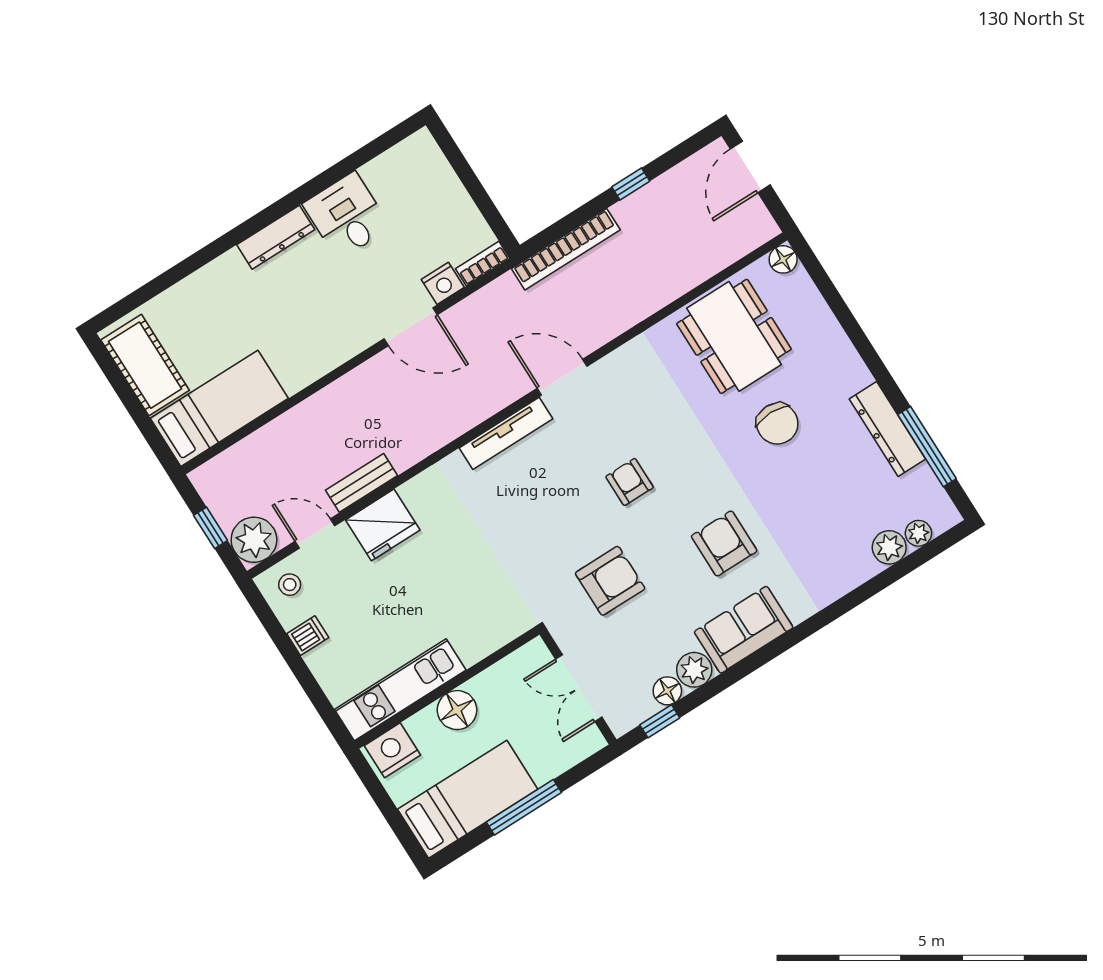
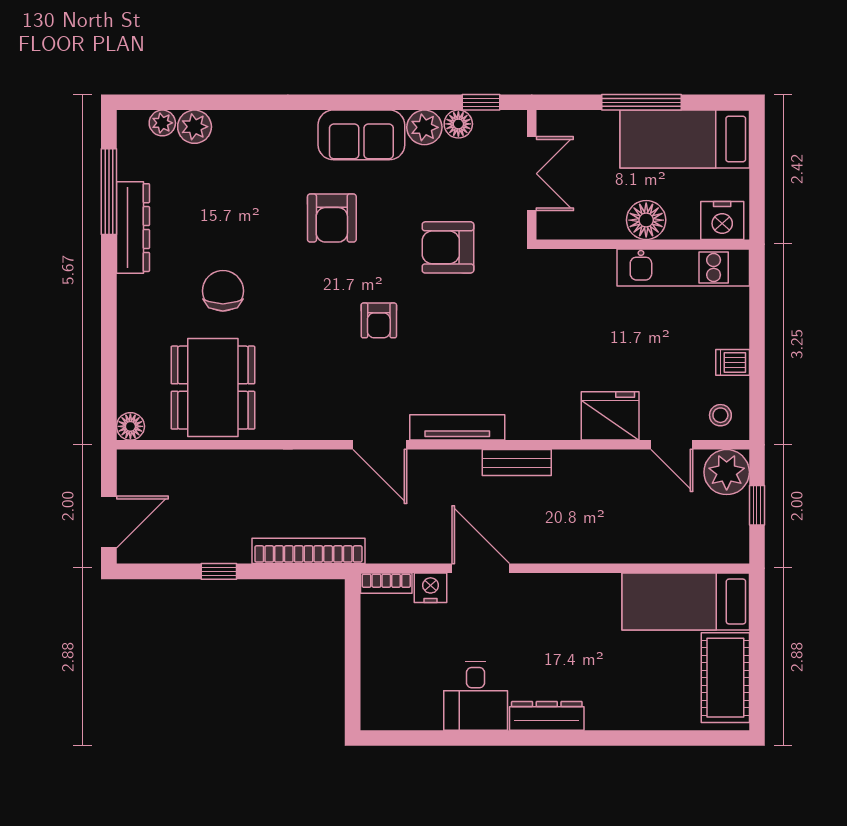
bench: (362, 483) -> (517, 463), moved

